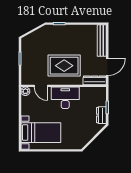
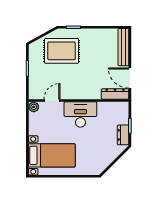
rug: (64, 66) -> (61, 51), moved
door: (107, 67) -> (130, 78), swing flipped
door: (41, 86) -> (52, 101), swing flipped

